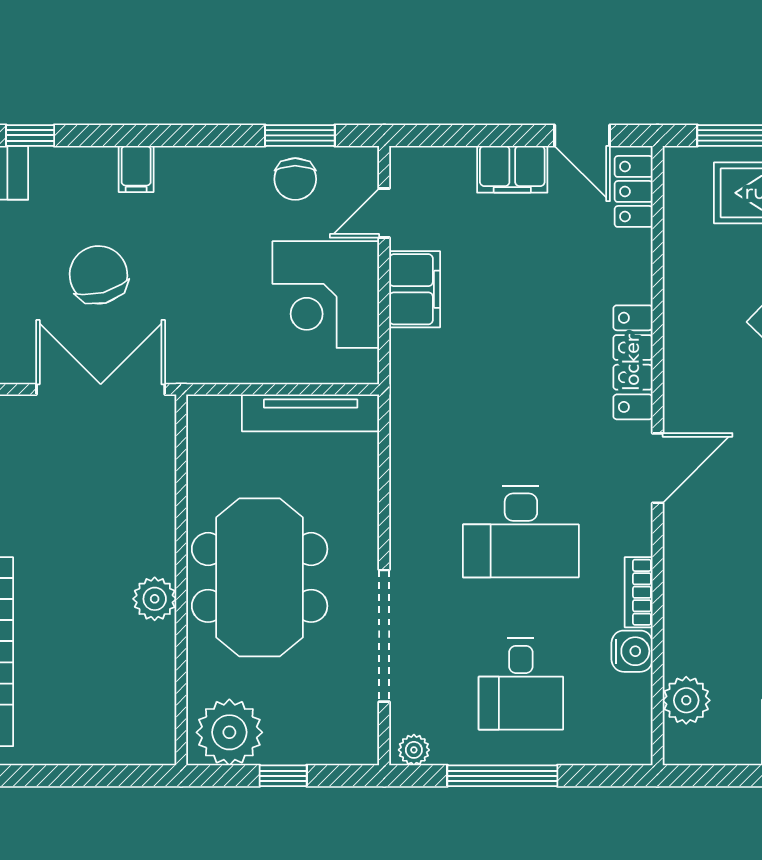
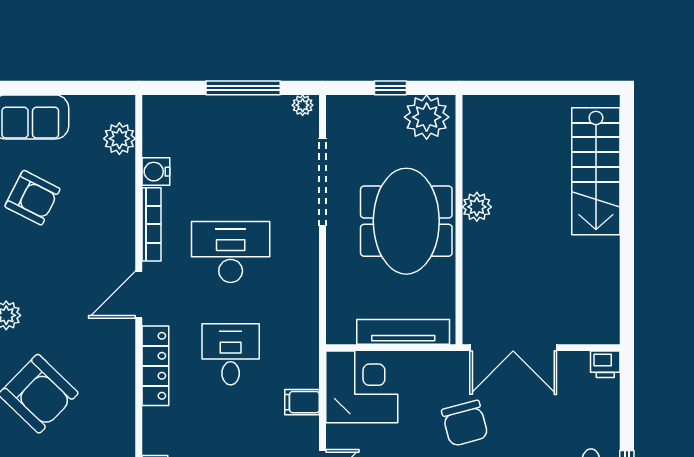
chair: (98, 275) -> (465, 423), moved
filing cabinet: (415, 289) -> (302, 402), width x0.50
corner desk: (326, 295) -> (362, 387), moved
tv unit: (311, 413) -> (403, 332), moved
bookcase: (639, 592) -> (151, 224), width x1.56
desk: (521, 684) -> (231, 354), moved

